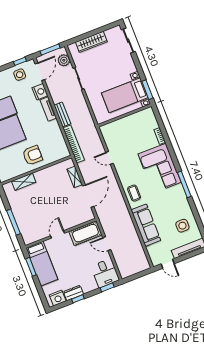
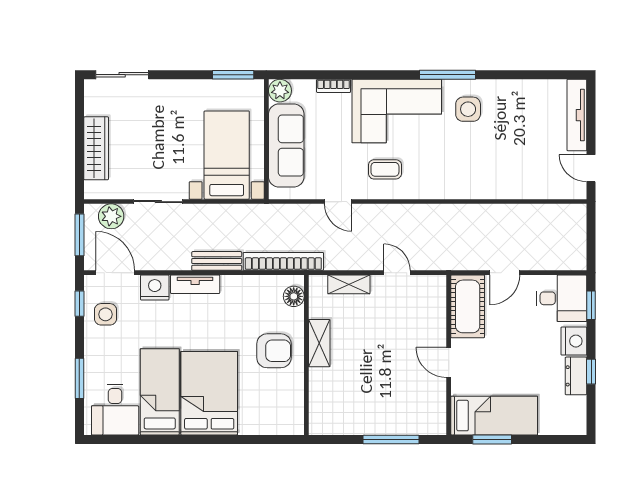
bed with nightstands: (125, 95) -> (227, 155), moved, turned 180
plant: (148, 113) -> (280, 91), added
armchair: (33, 155) -> (274, 351), turned 90
floor lamp: (60, 155) -> (294, 296), added
door: (109, 158) -> (338, 202), hinge flipped
shelving: (24, 182) -> (319, 343), moved
coffee table: (134, 193) -> (385, 169), moved
door: (88, 196) -> (397, 273), width x0.53
sofa: (146, 225) -> (286, 146), moved, turned 90
side table: (182, 226) -> (468, 109), moved
door: (168, 264) -> (591, 168), swing flipped
nightstand: (58, 298) -> (574, 341), moved

